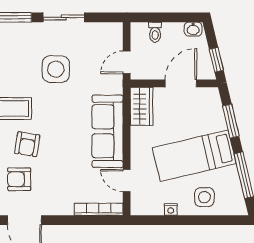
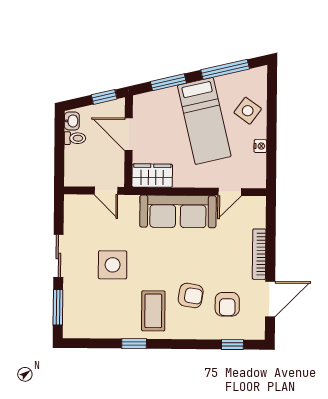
toilet: (155, 32) -> (75, 138), moved
side table: (204, 197) -> (248, 111), turned 36
bookcase: (99, 209) -> (259, 254), moved

